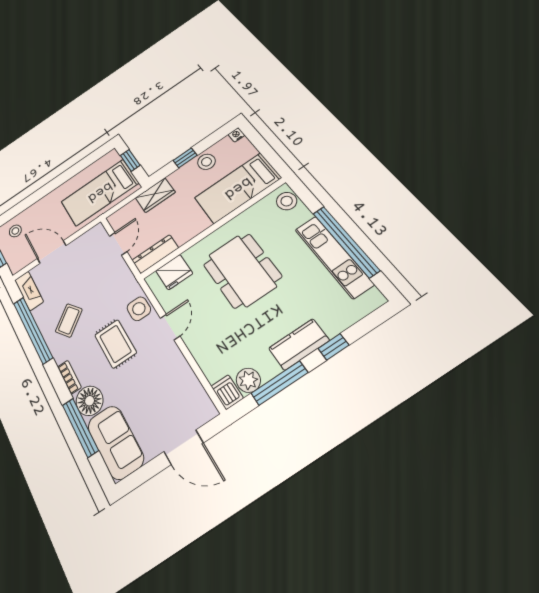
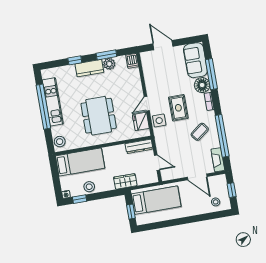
window: (185, 158) -> (80, 199), moved
door: (118, 244) -> (157, 163), swing flipped
fridge: (174, 272) -> (141, 121), moved, turned -90
plant: (248, 380) -> (109, 64), moved
window: (279, 383) -> (106, 55), width x0.69

